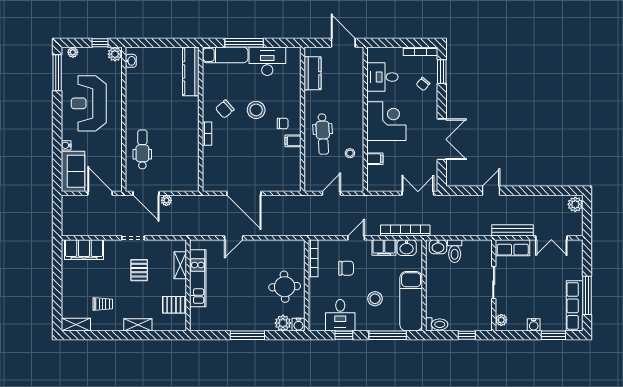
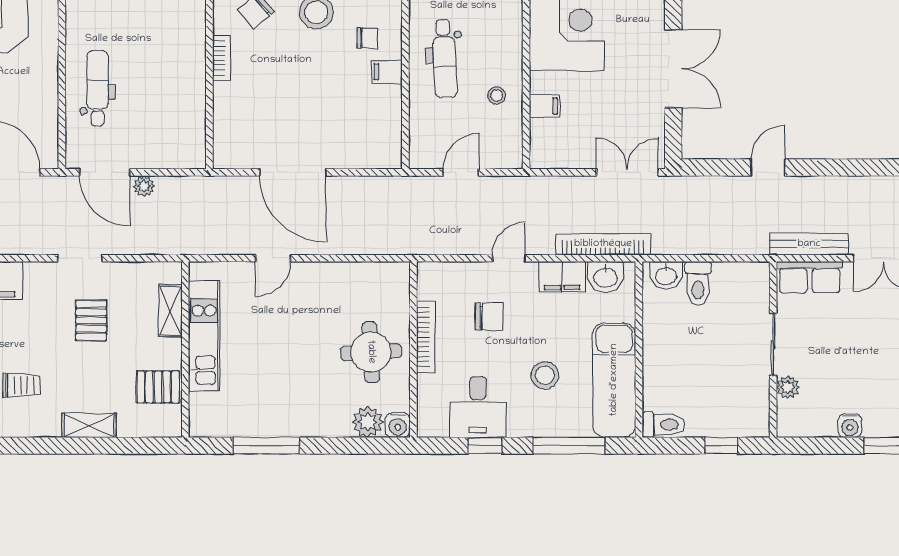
bookcase: (313, 258) -> (426, 337), moved
plant: (501, 320) -> (788, 387), moved
window: (247, 335) -> (266, 446), moved

